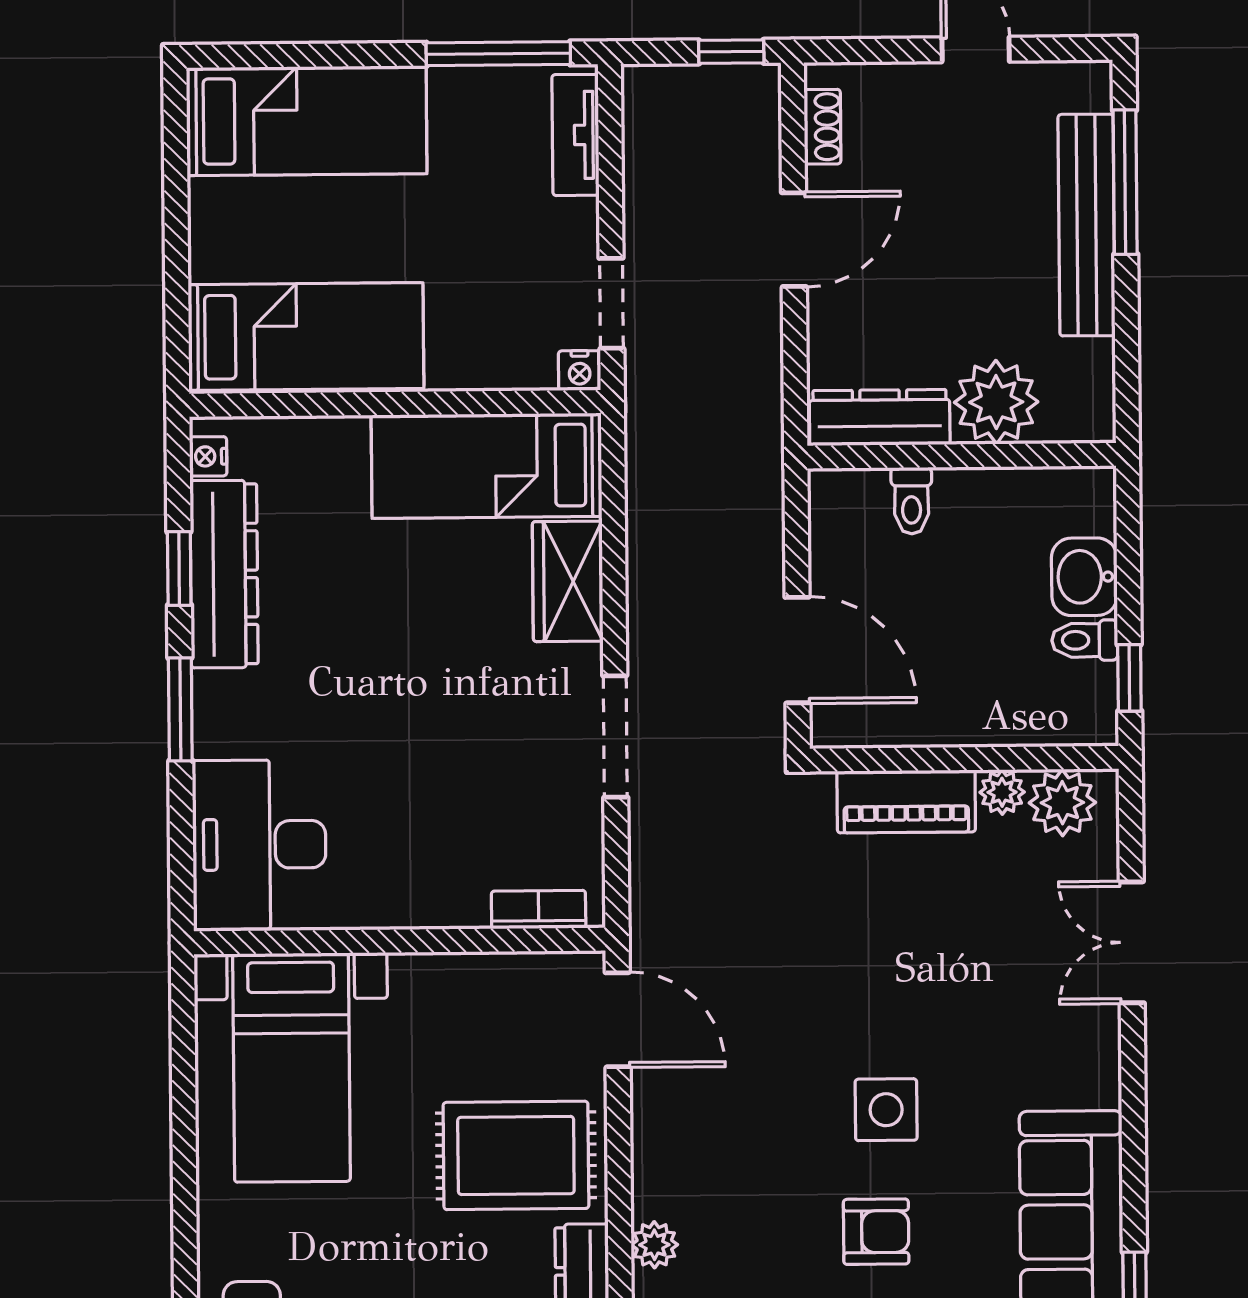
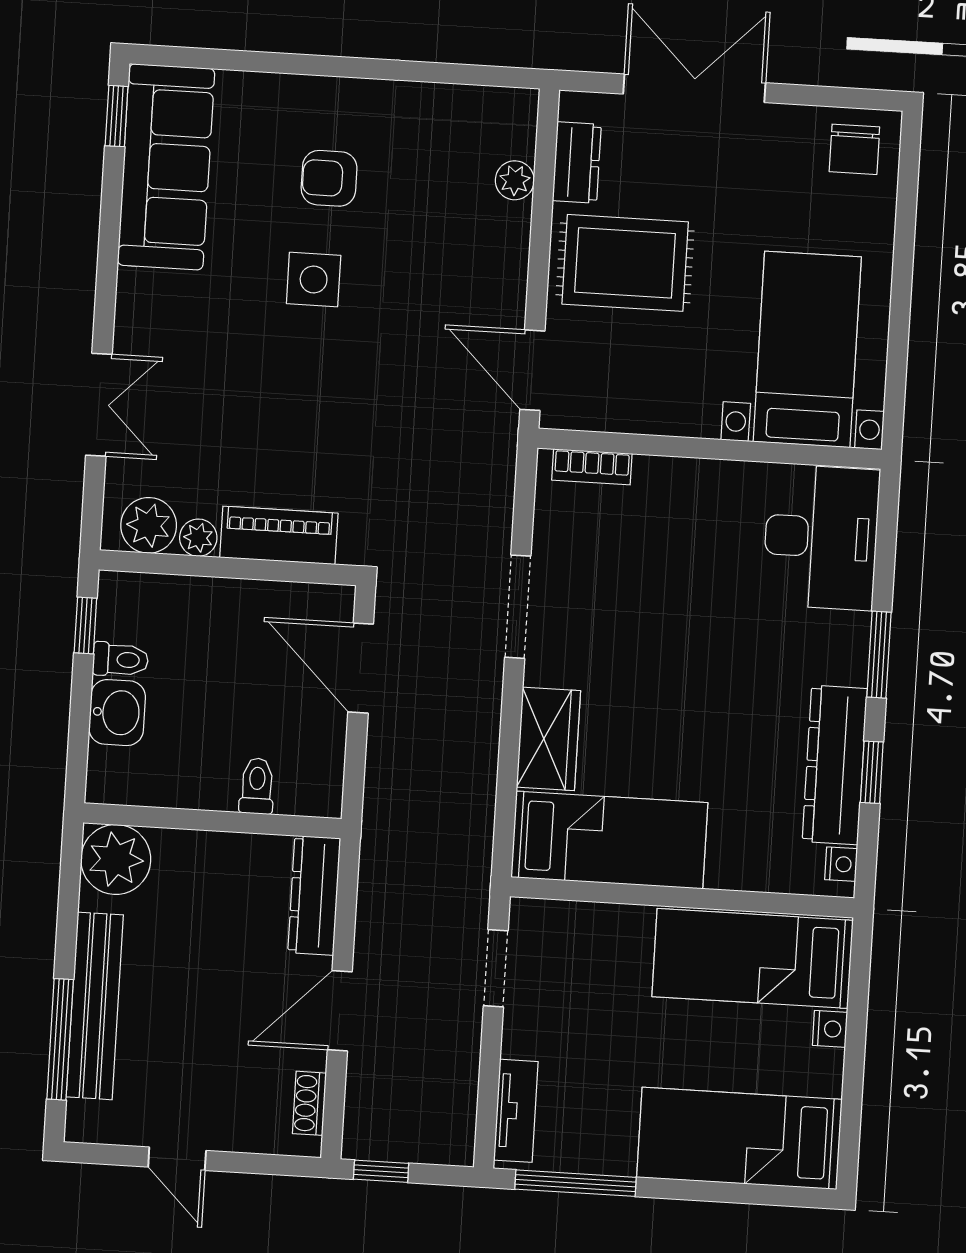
nightstand: (580, 371) -> (830, 1029), moved, turned 90
plant: (996, 402) -> (116, 859), moved
dresser: (880, 417) -> (314, 895), moved, turned 90

